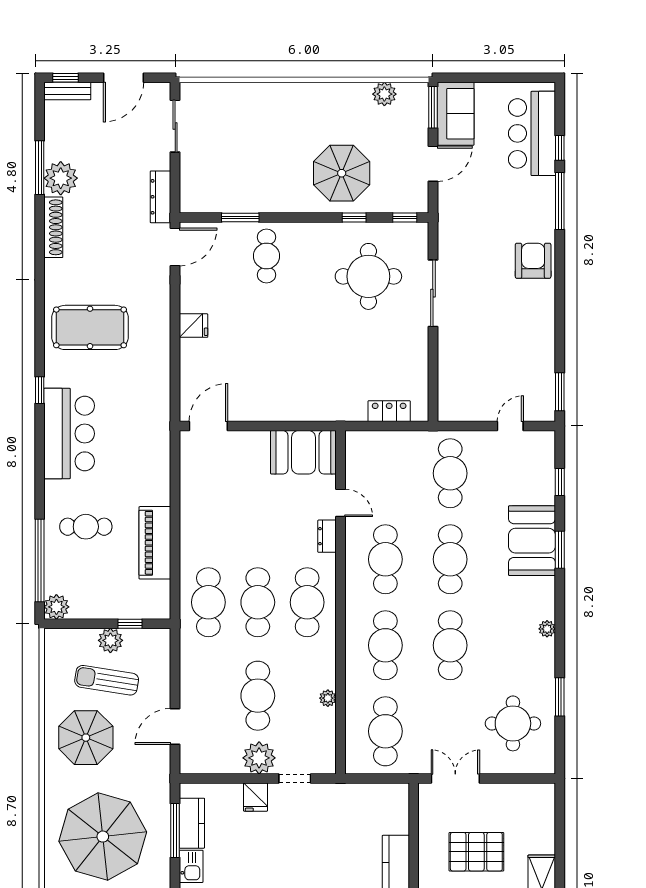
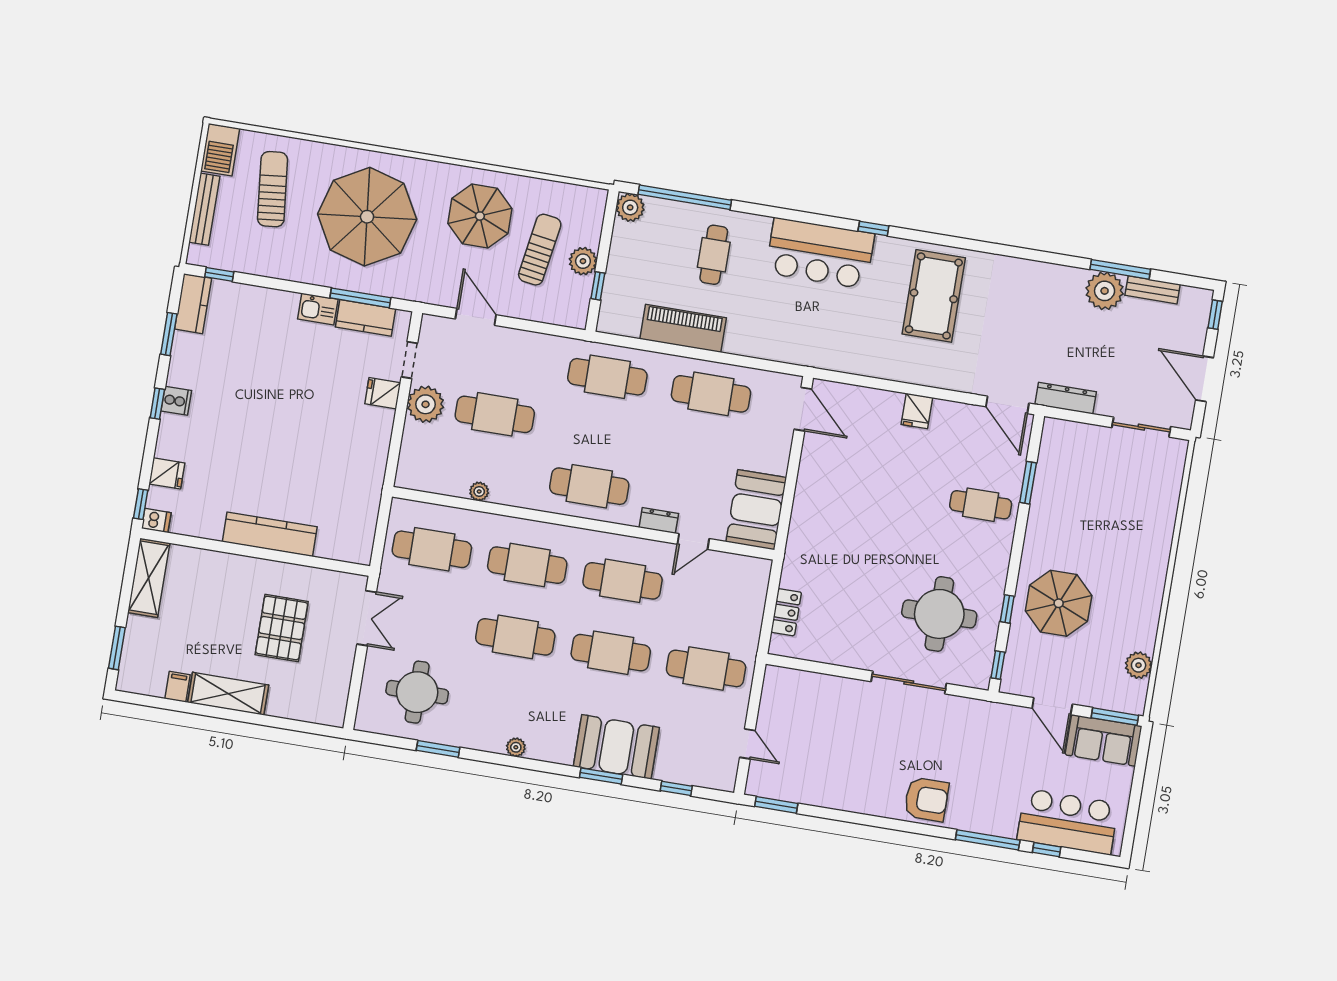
bench: (67, 91) -> (1153, 290), moved, turned 90
shoe rack: (53, 227) -> (1052, 274), removed
cafe table: (258, 602) -> (711, 394), moved
doorway: (295, 779) -> (409, 360), moved

